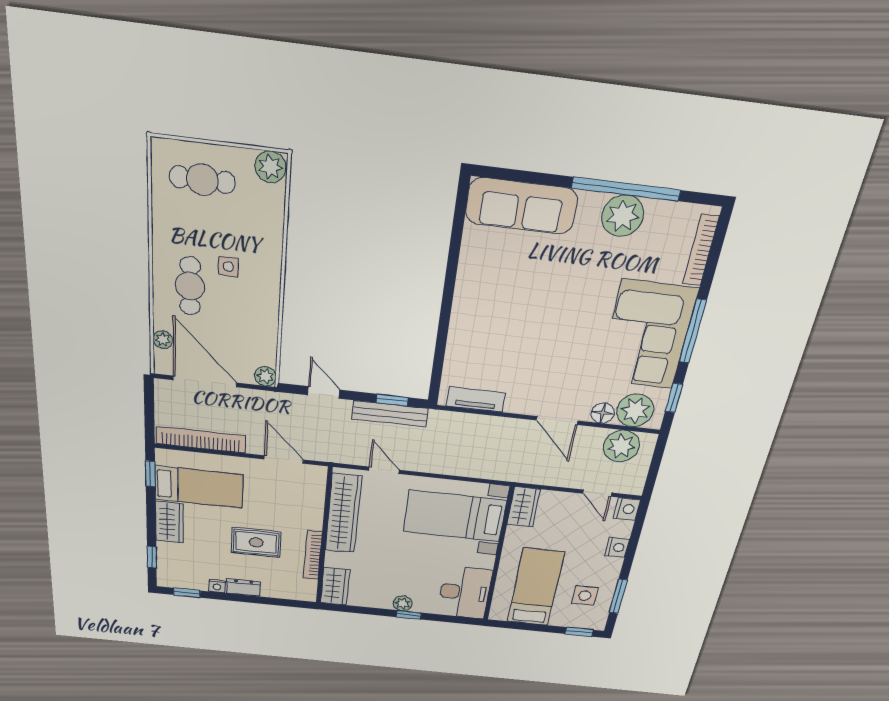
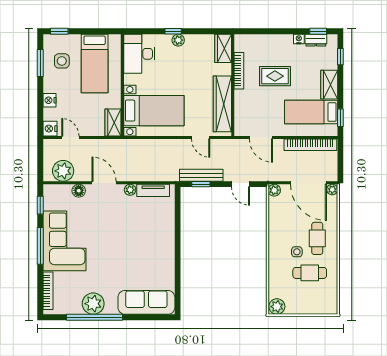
cafe table: (202, 180) -> (310, 273), moved
plant: (163, 340) -> (332, 190), moved
plant: (635, 410) -> (130, 190), moved, width x0.53, depth x0.53
dresser: (243, 587) -> (316, 40), moved

